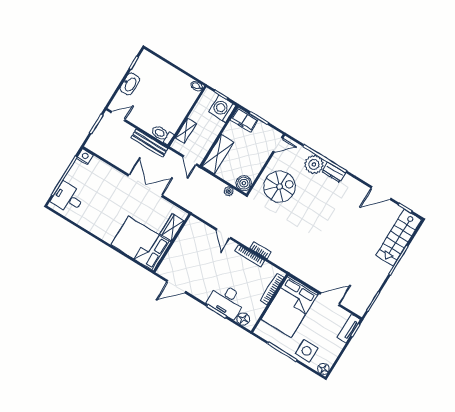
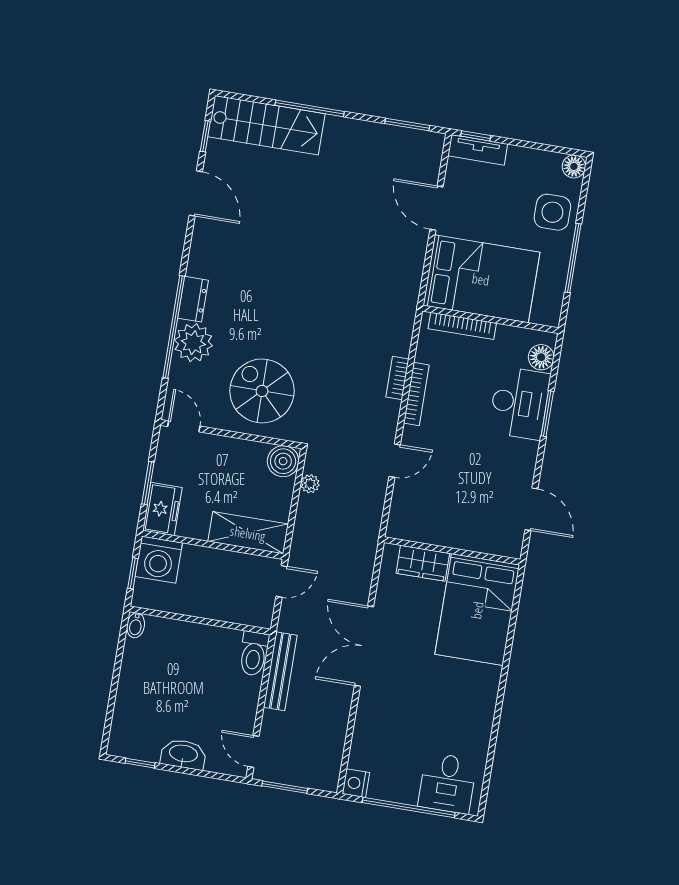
shelving: (186, 131) -> (229, 612), removed

